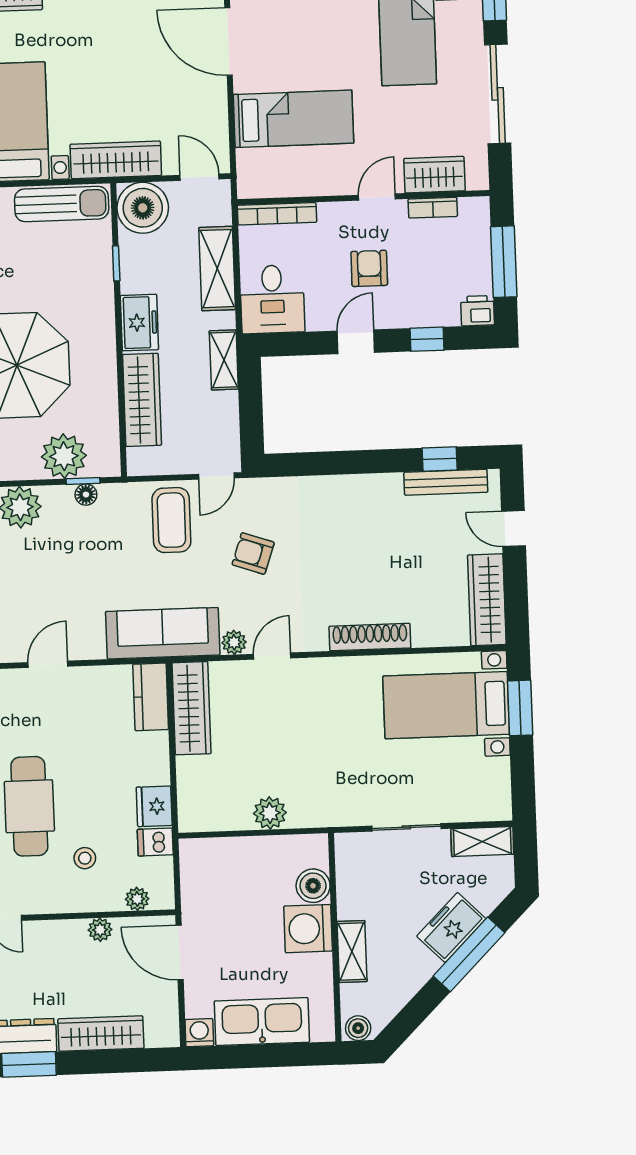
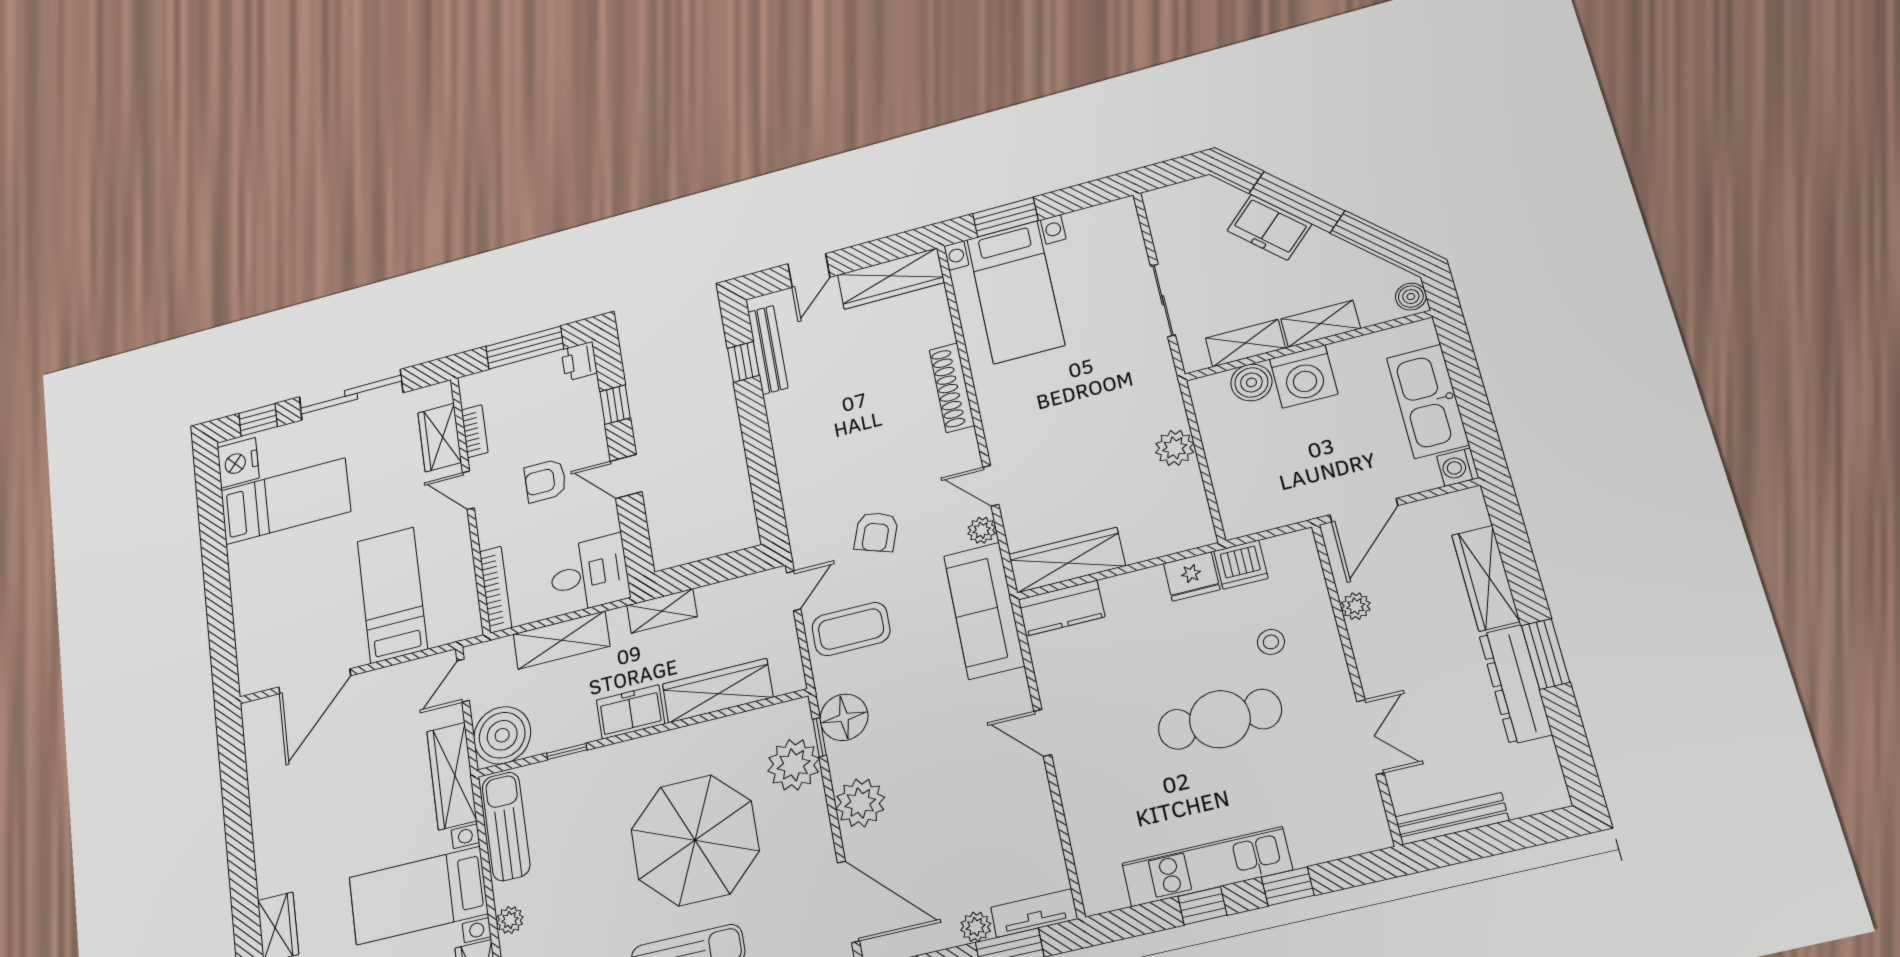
door: (216, 476) -> (794, 591), hinge flipped
floor lamp: (86, 495) -> (844, 717), width x1.89, depth x1.89
shelving: (482, 841) -> (1245, 343), moved, turned 90
dishwasher: (155, 842) -> (1241, 565), width x1.38
plant: (137, 899) -> (1309, 572), removed

